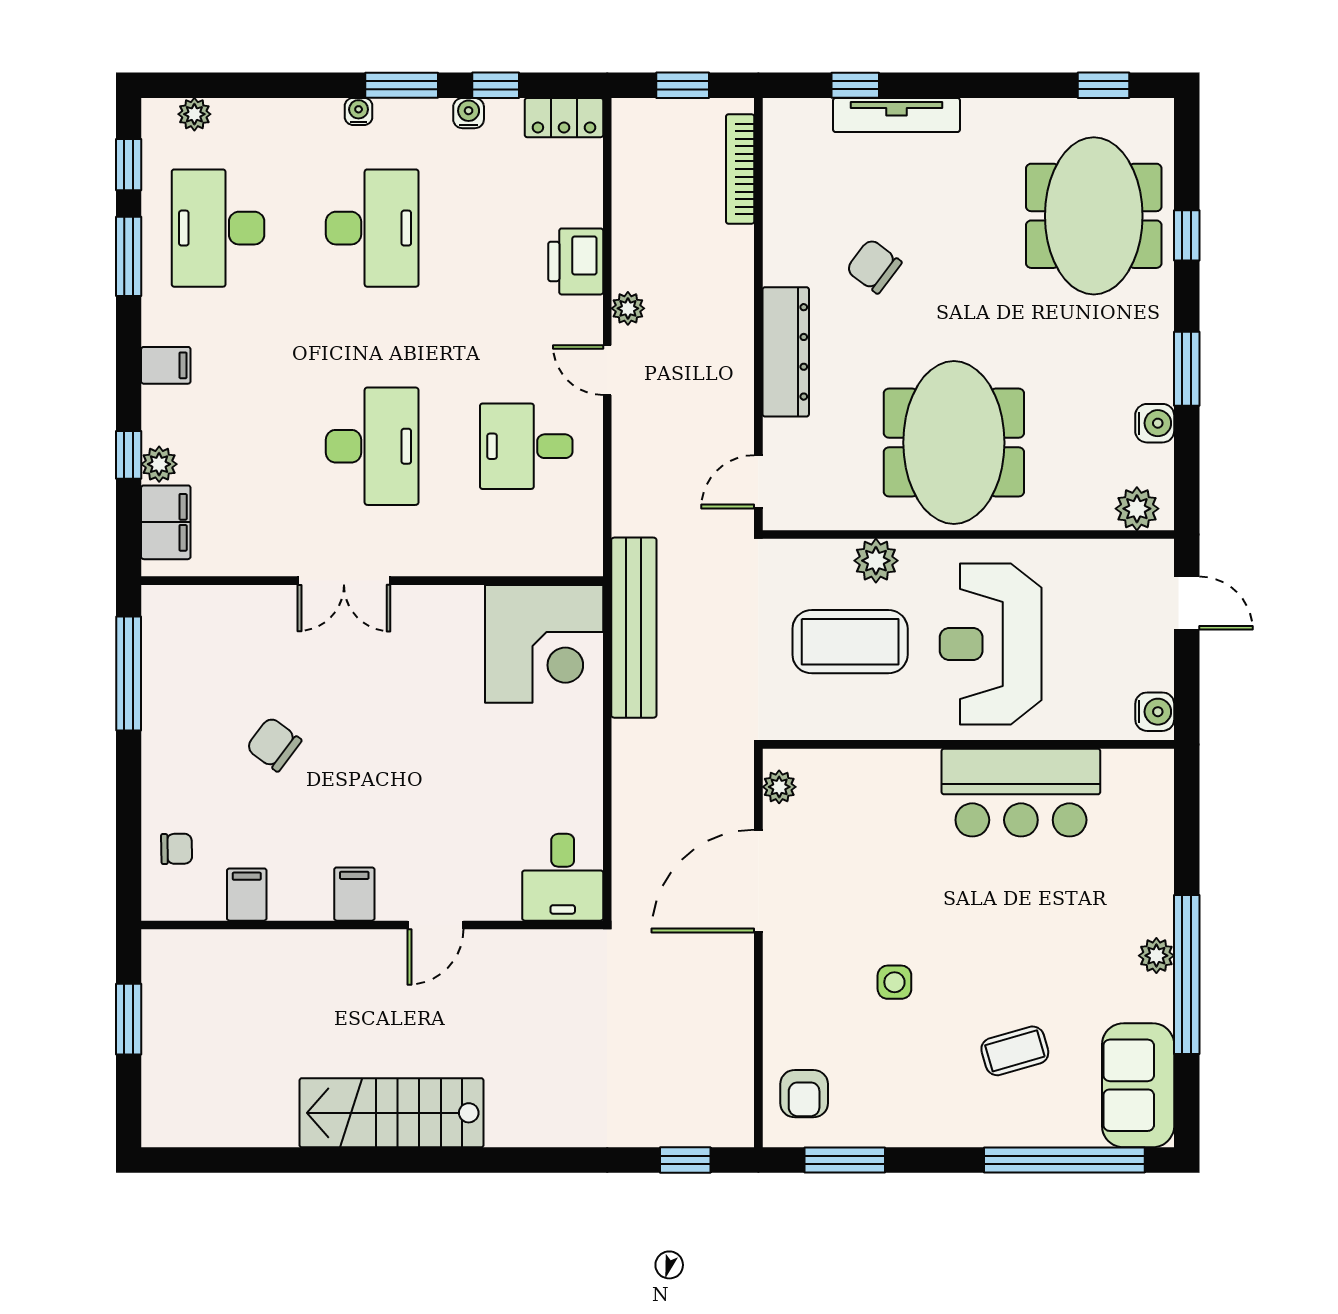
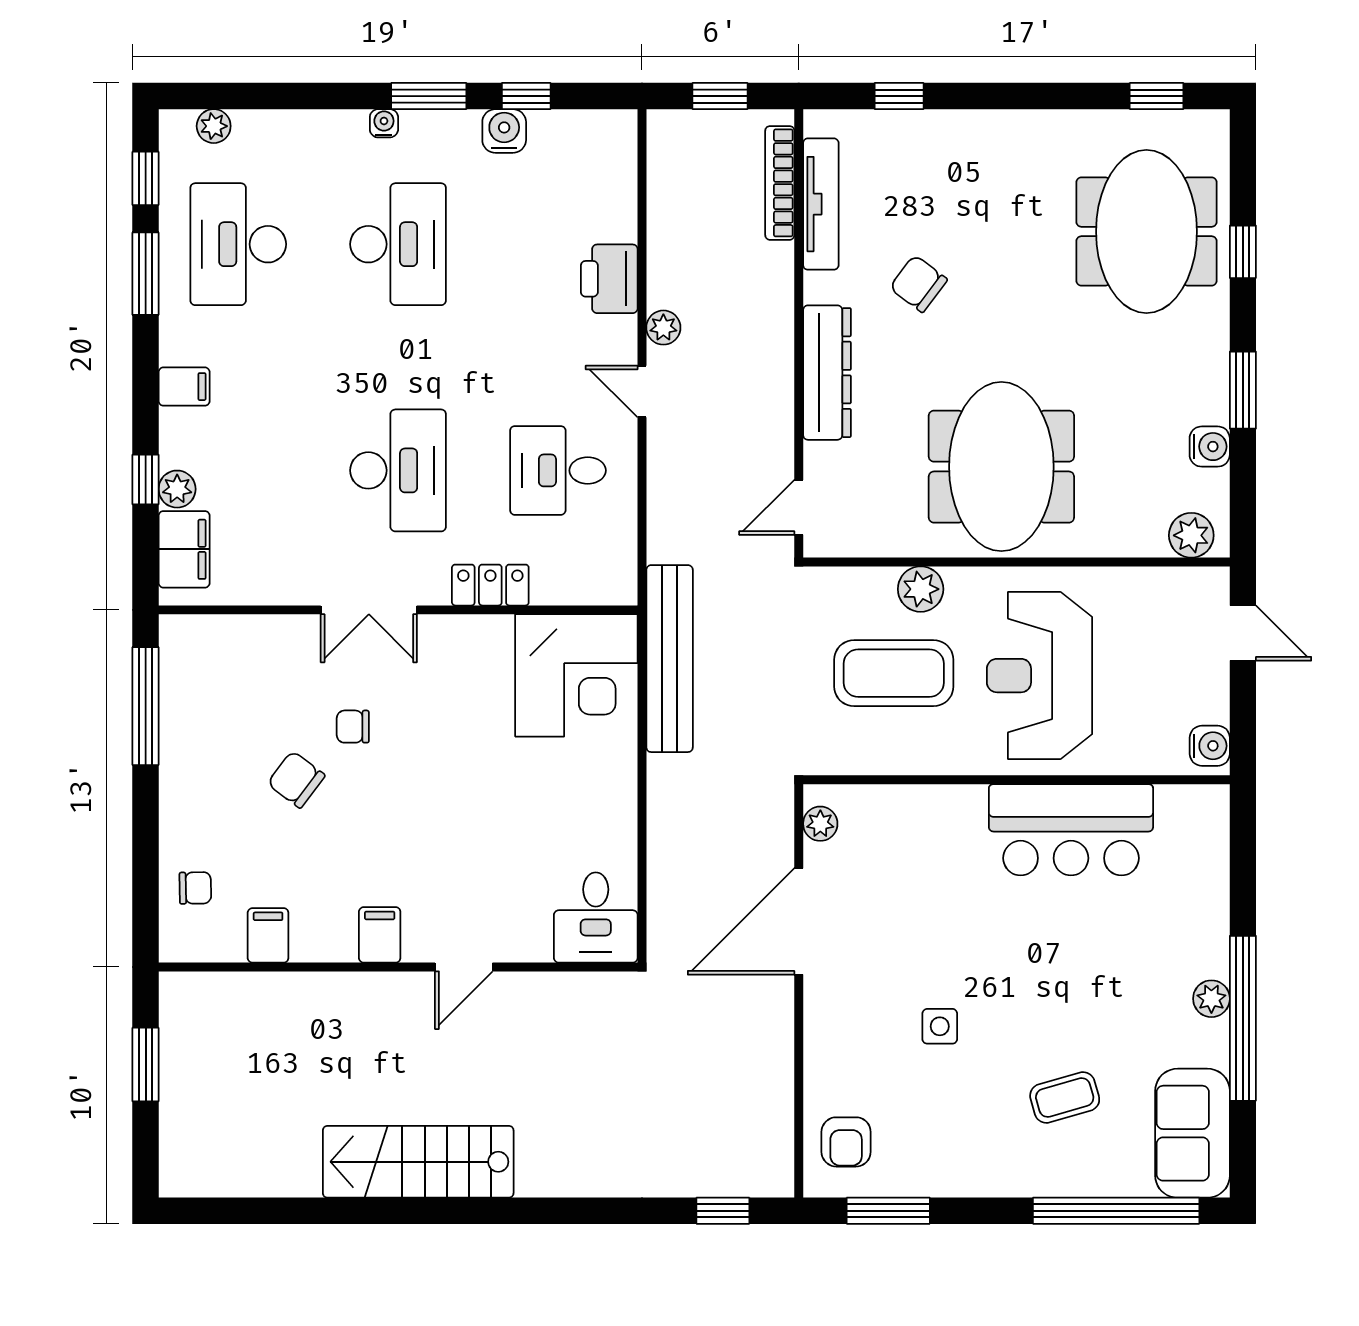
water cooler: (469, 113) -> (504, 131), width x1.38, depth x1.38
tv unit: (896, 115) -> (821, 204), moved, turned -90
locker: (564, 118) -> (490, 585), moved, turned 180
chair: (328, 693) -> (353, 727), added

